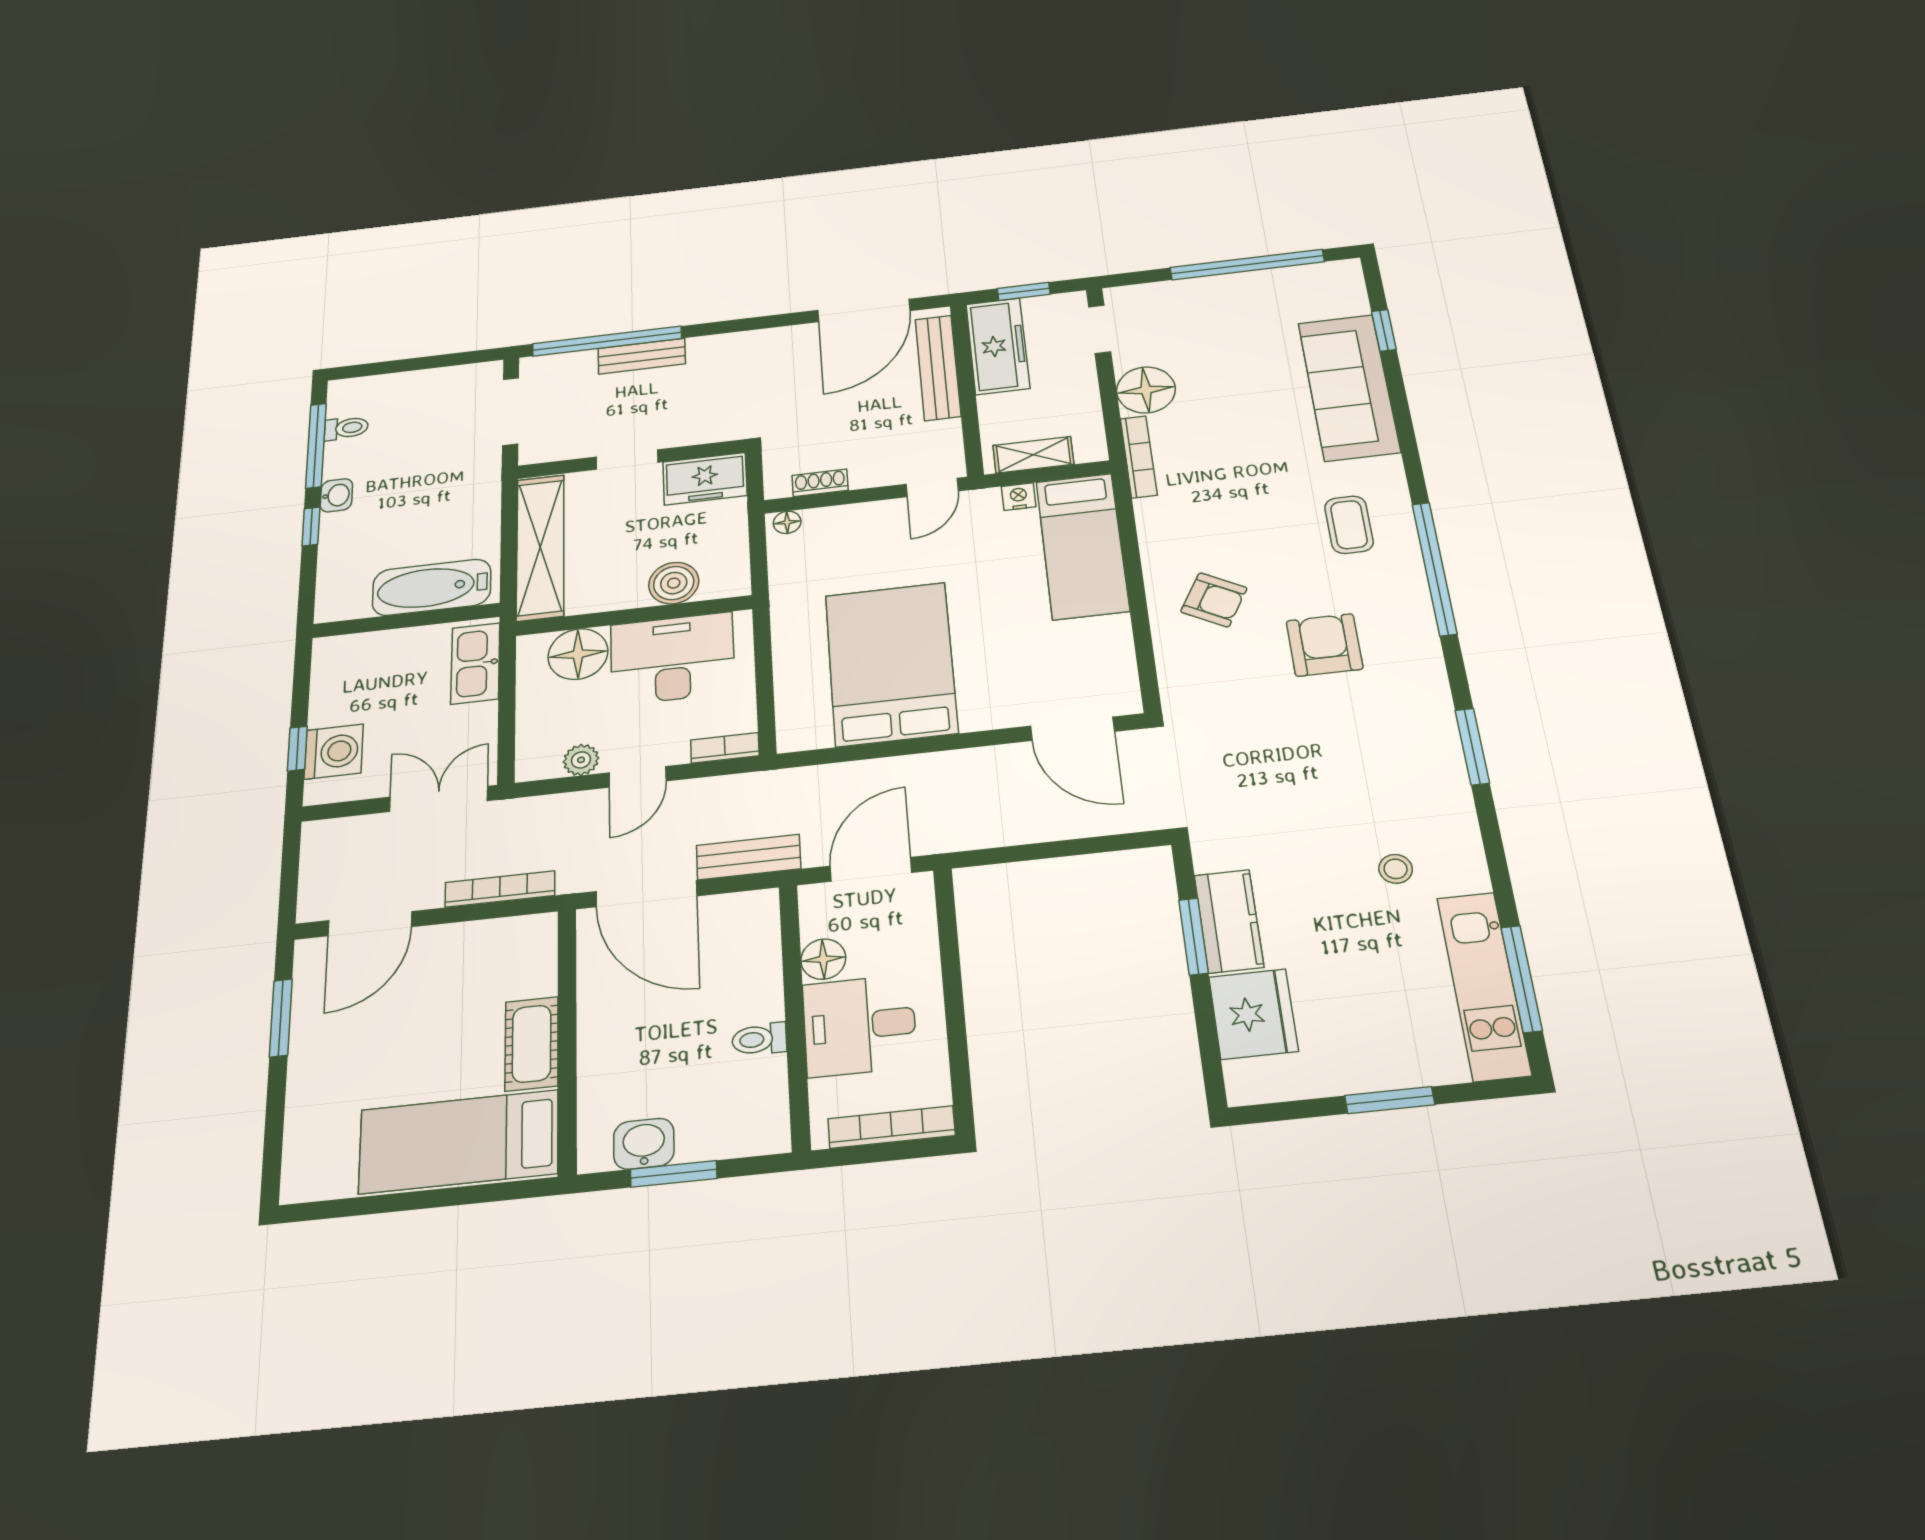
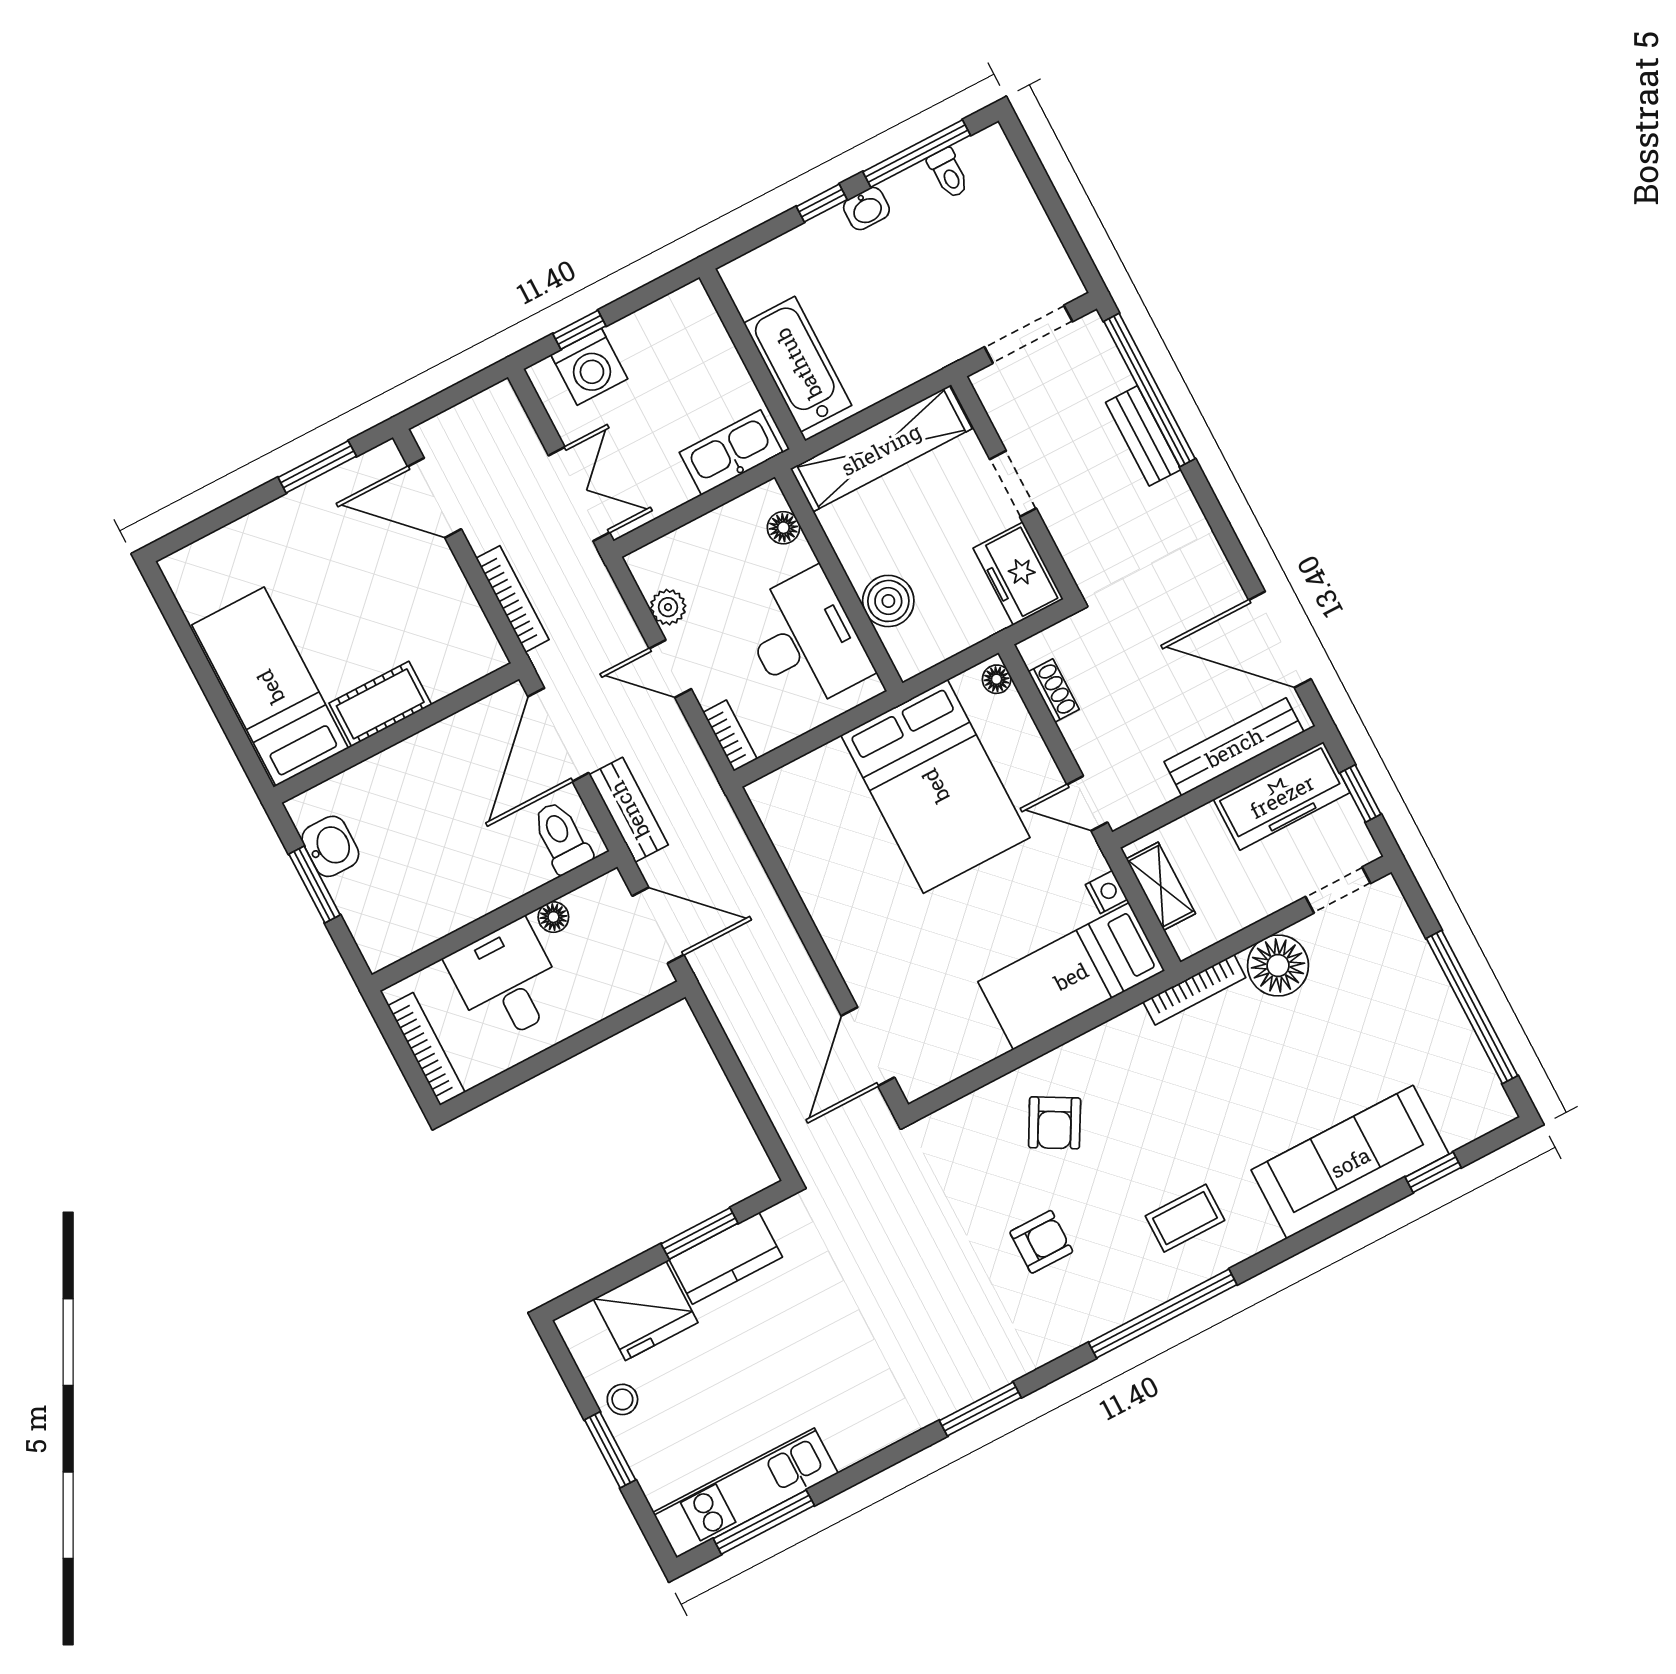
armchair: (1324, 645) -> (1041, 1242), width x0.72, depth x0.72
floor lamp: (578, 654) -> (783, 528), width x0.53, depth x0.53
bed: (891, 664) -> (935, 786), moved, turned 90
stool: (1396, 869) -> (622, 1399), moved
floor lamp: (823, 959) -> (553, 917), width x0.73, depth x0.73
toilet: (759, 1039) -> (562, 837), moved, width x1.37, depth x1.39

